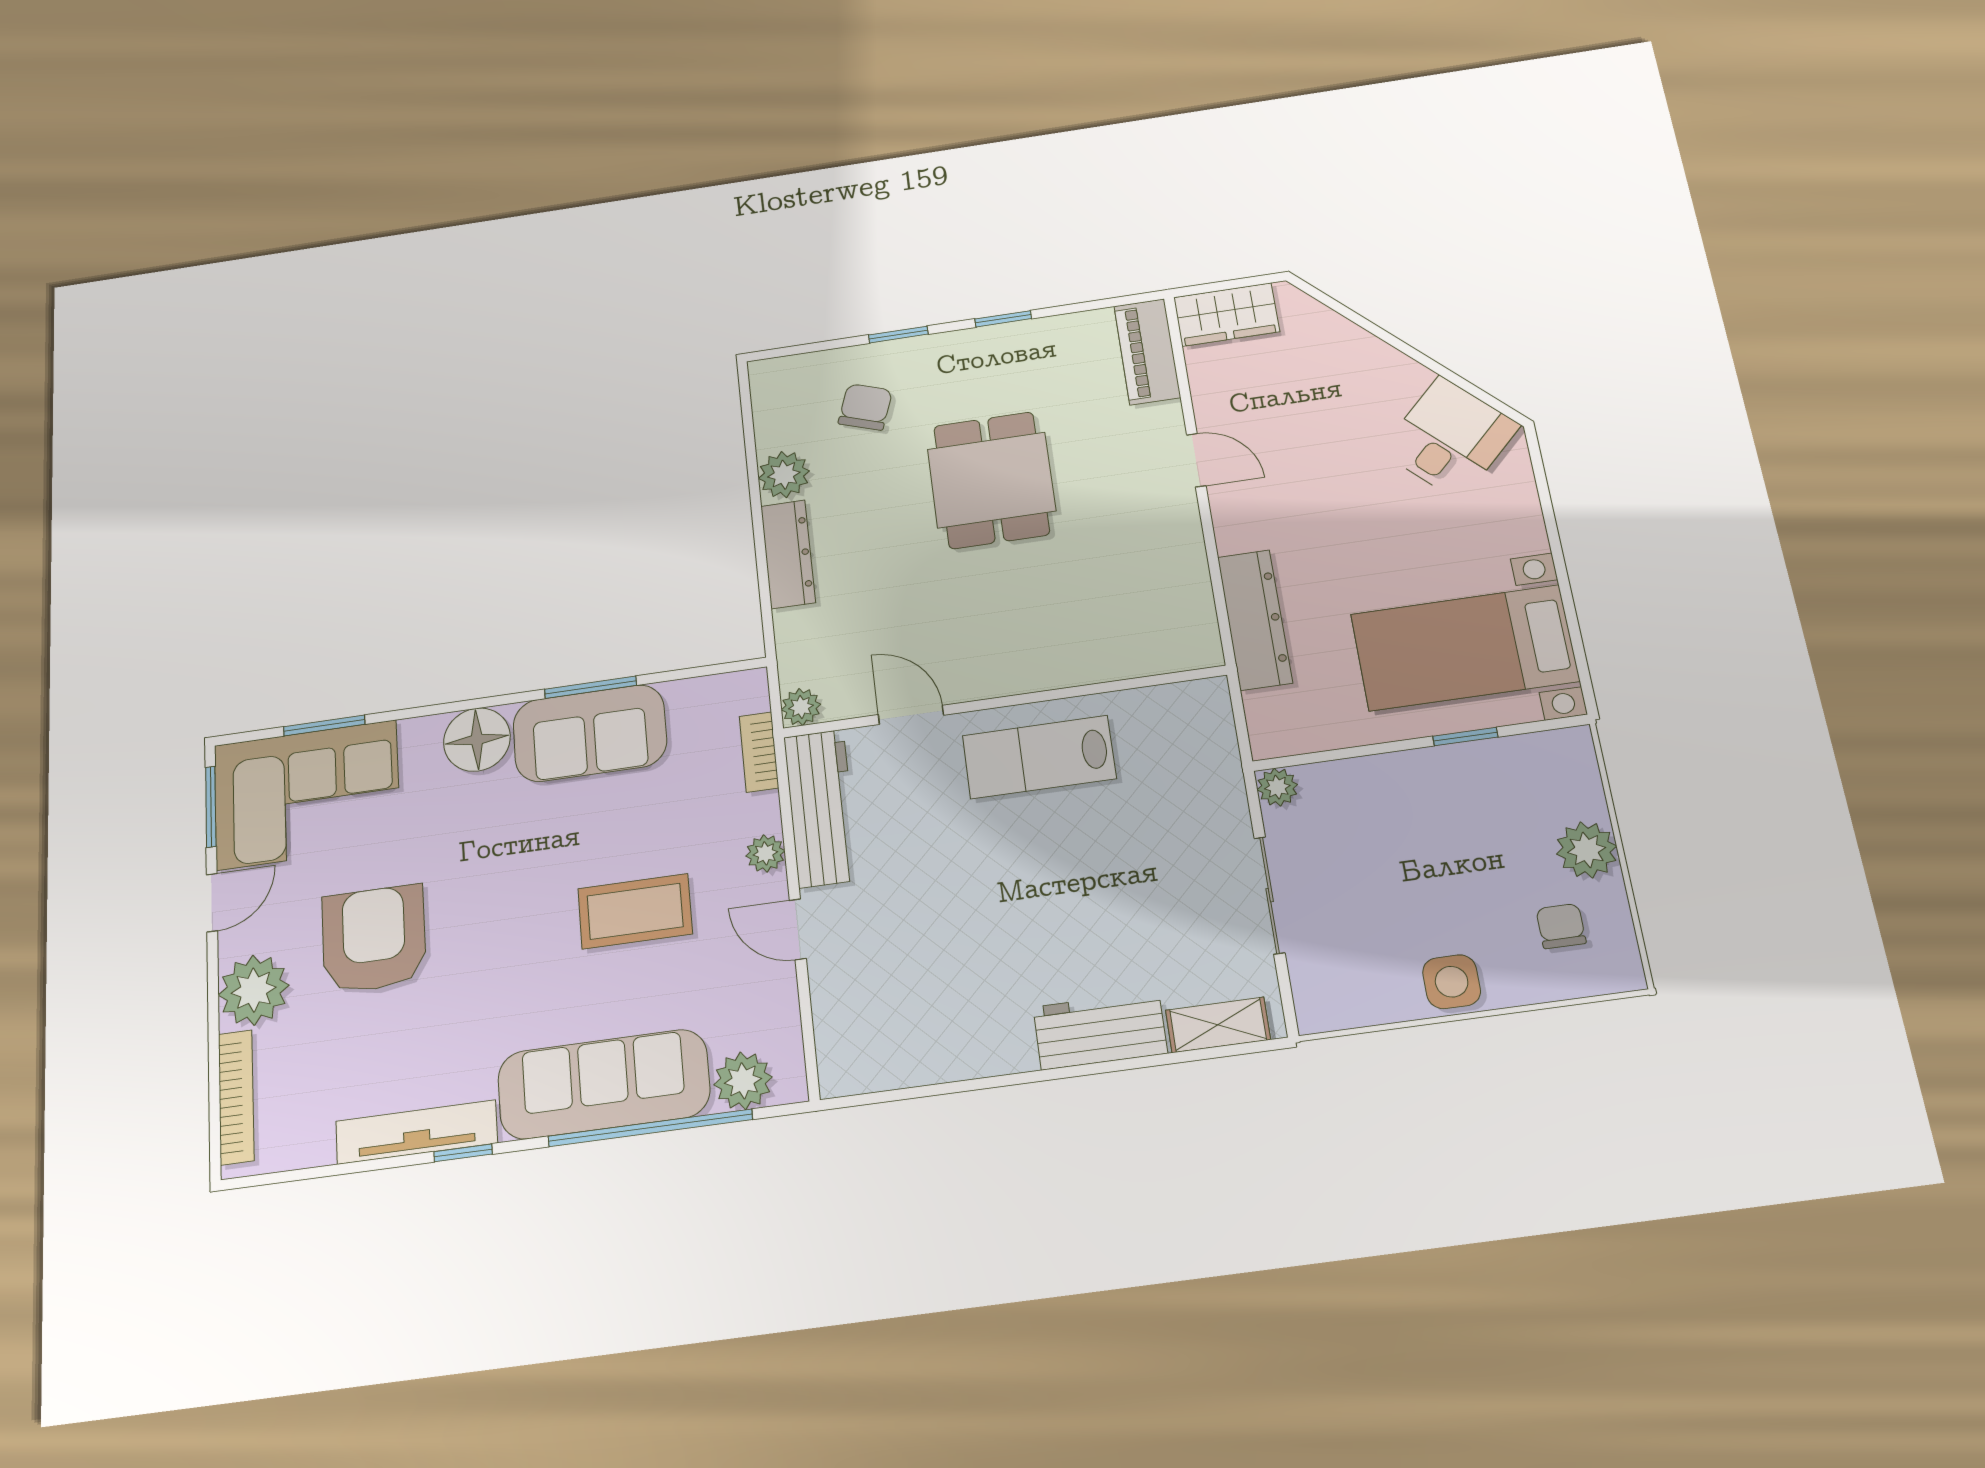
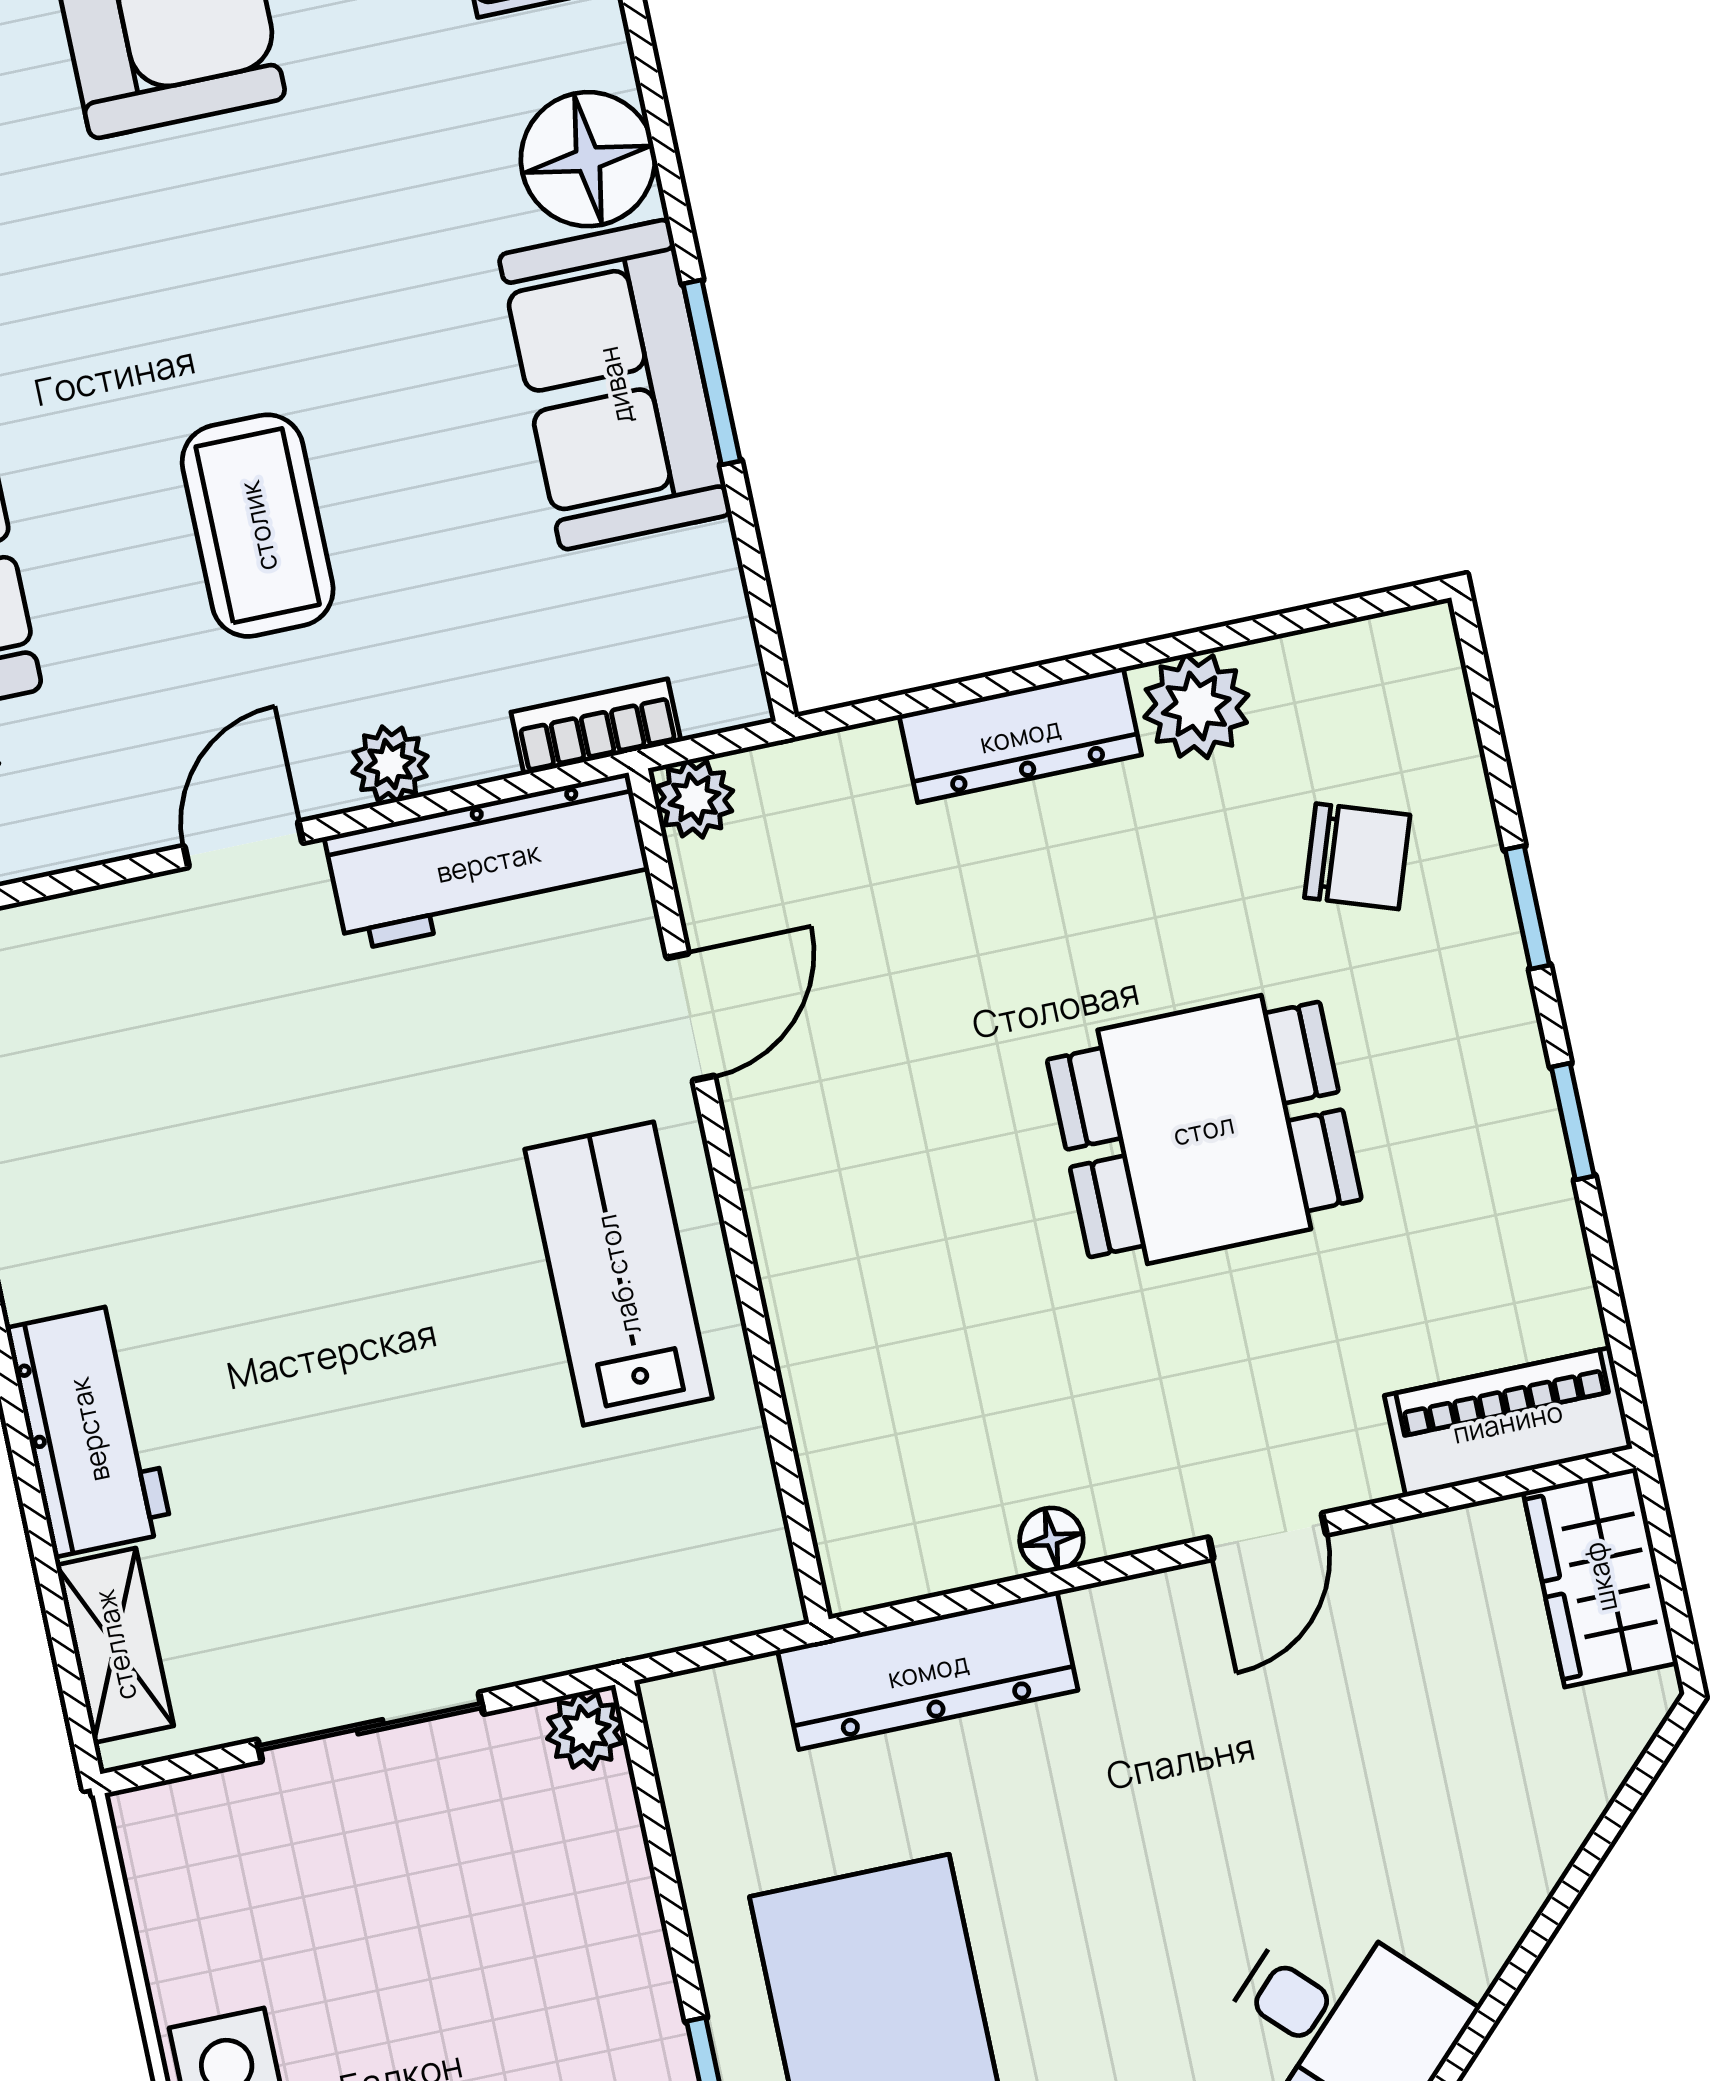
floor lamp: (1191, 559) -> (1051, 1540), added

